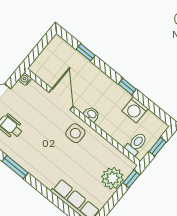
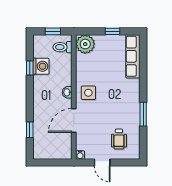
window: (127, 87) -> (30, 68), moved
plant: (113, 178) -> (85, 44), moved
window: (131, 179) -> (113, 31), moved

